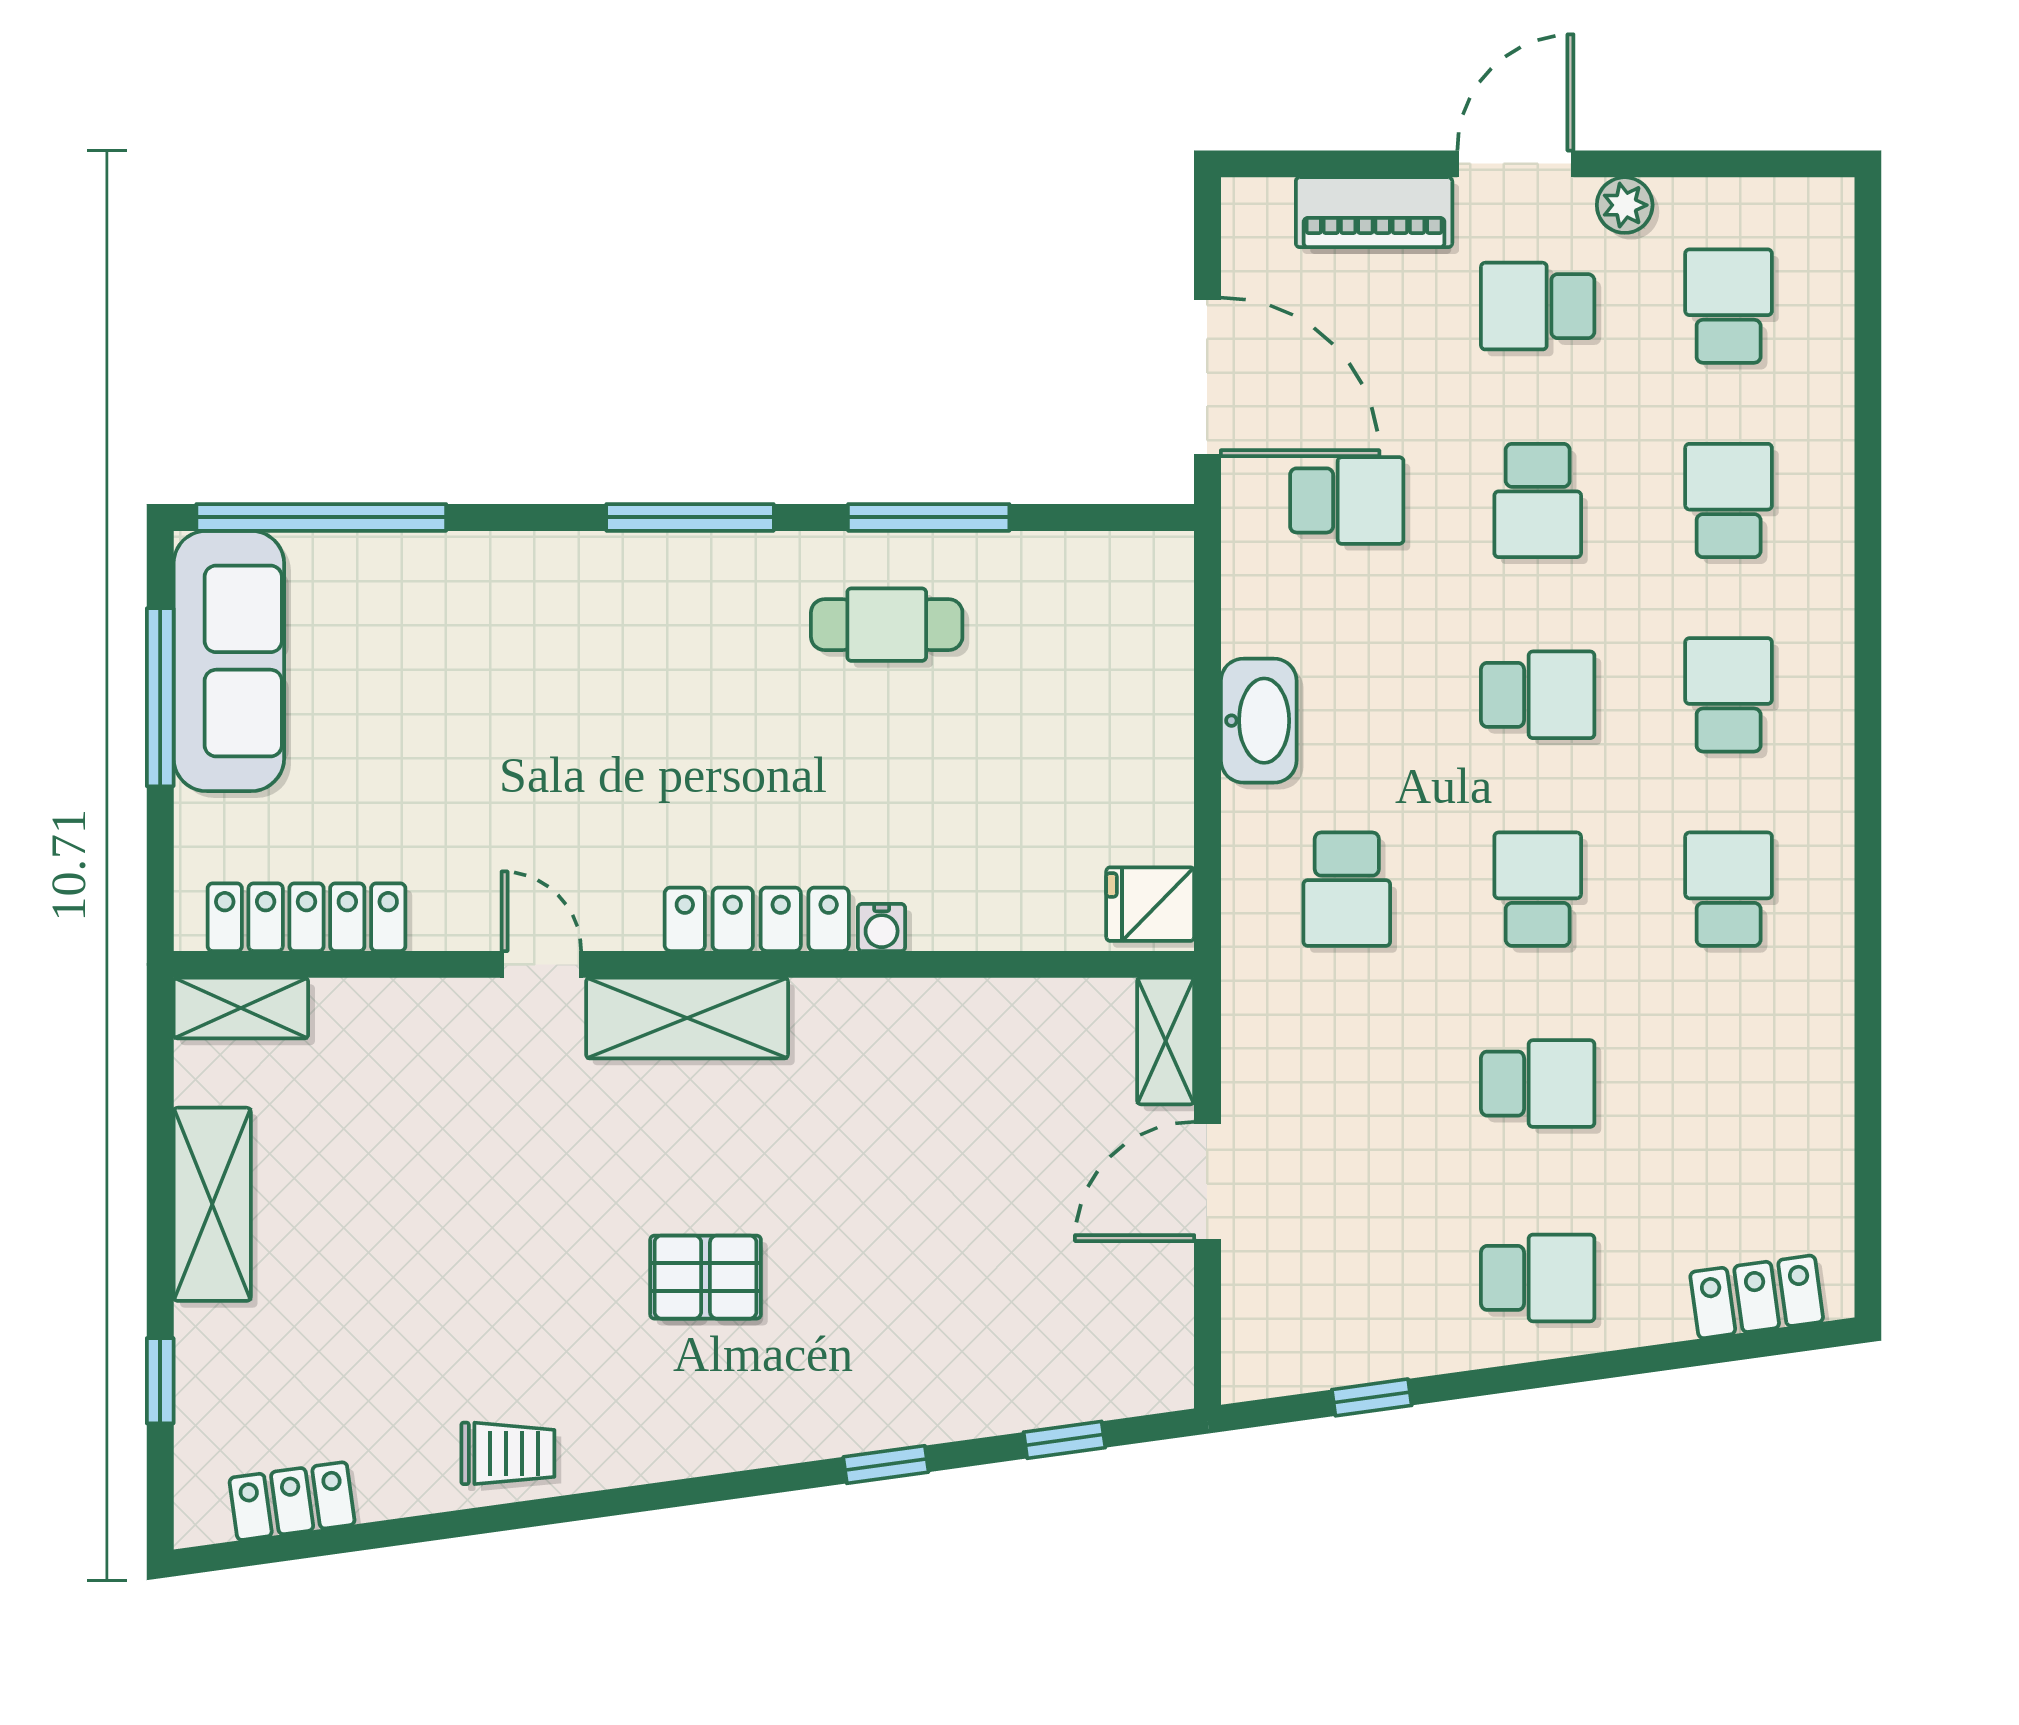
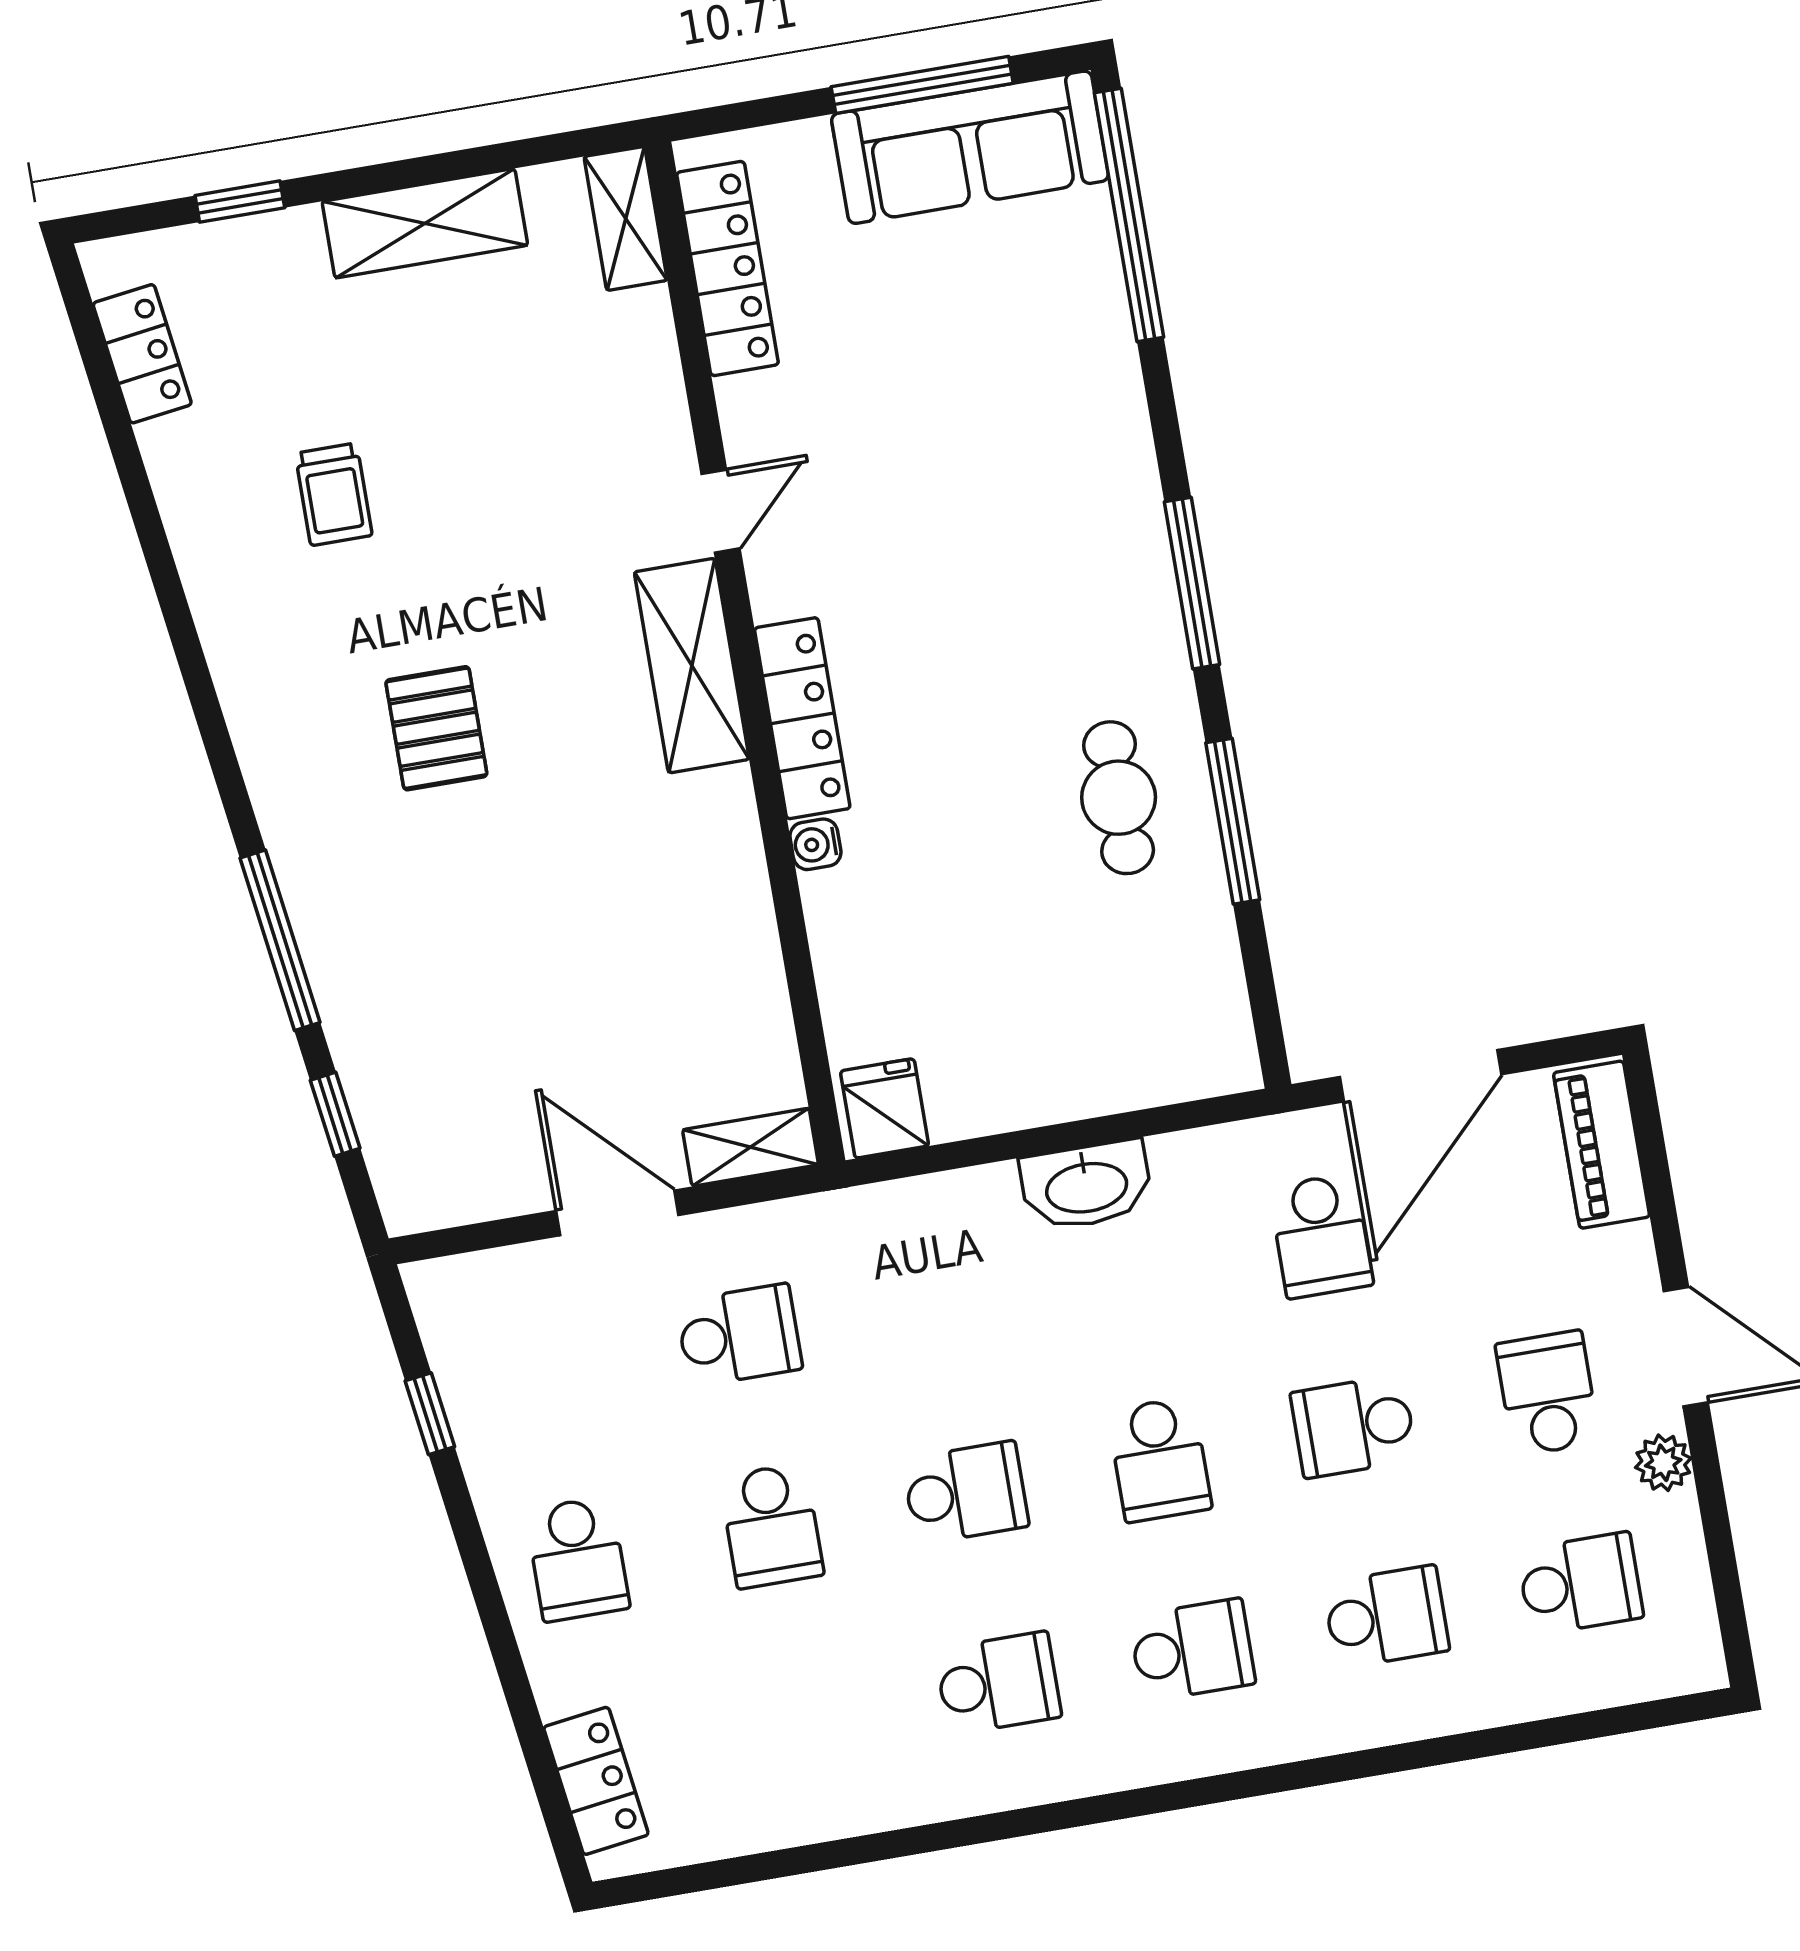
piano: (1374, 212) -> (1602, 1145), moved
school desk: (1347, 889) -> (739, 1335), moved, turned 180
trolley: (508, 1453) -> (334, 494), moved
window: (886, 1465) -> (280, 940), width x2.17

